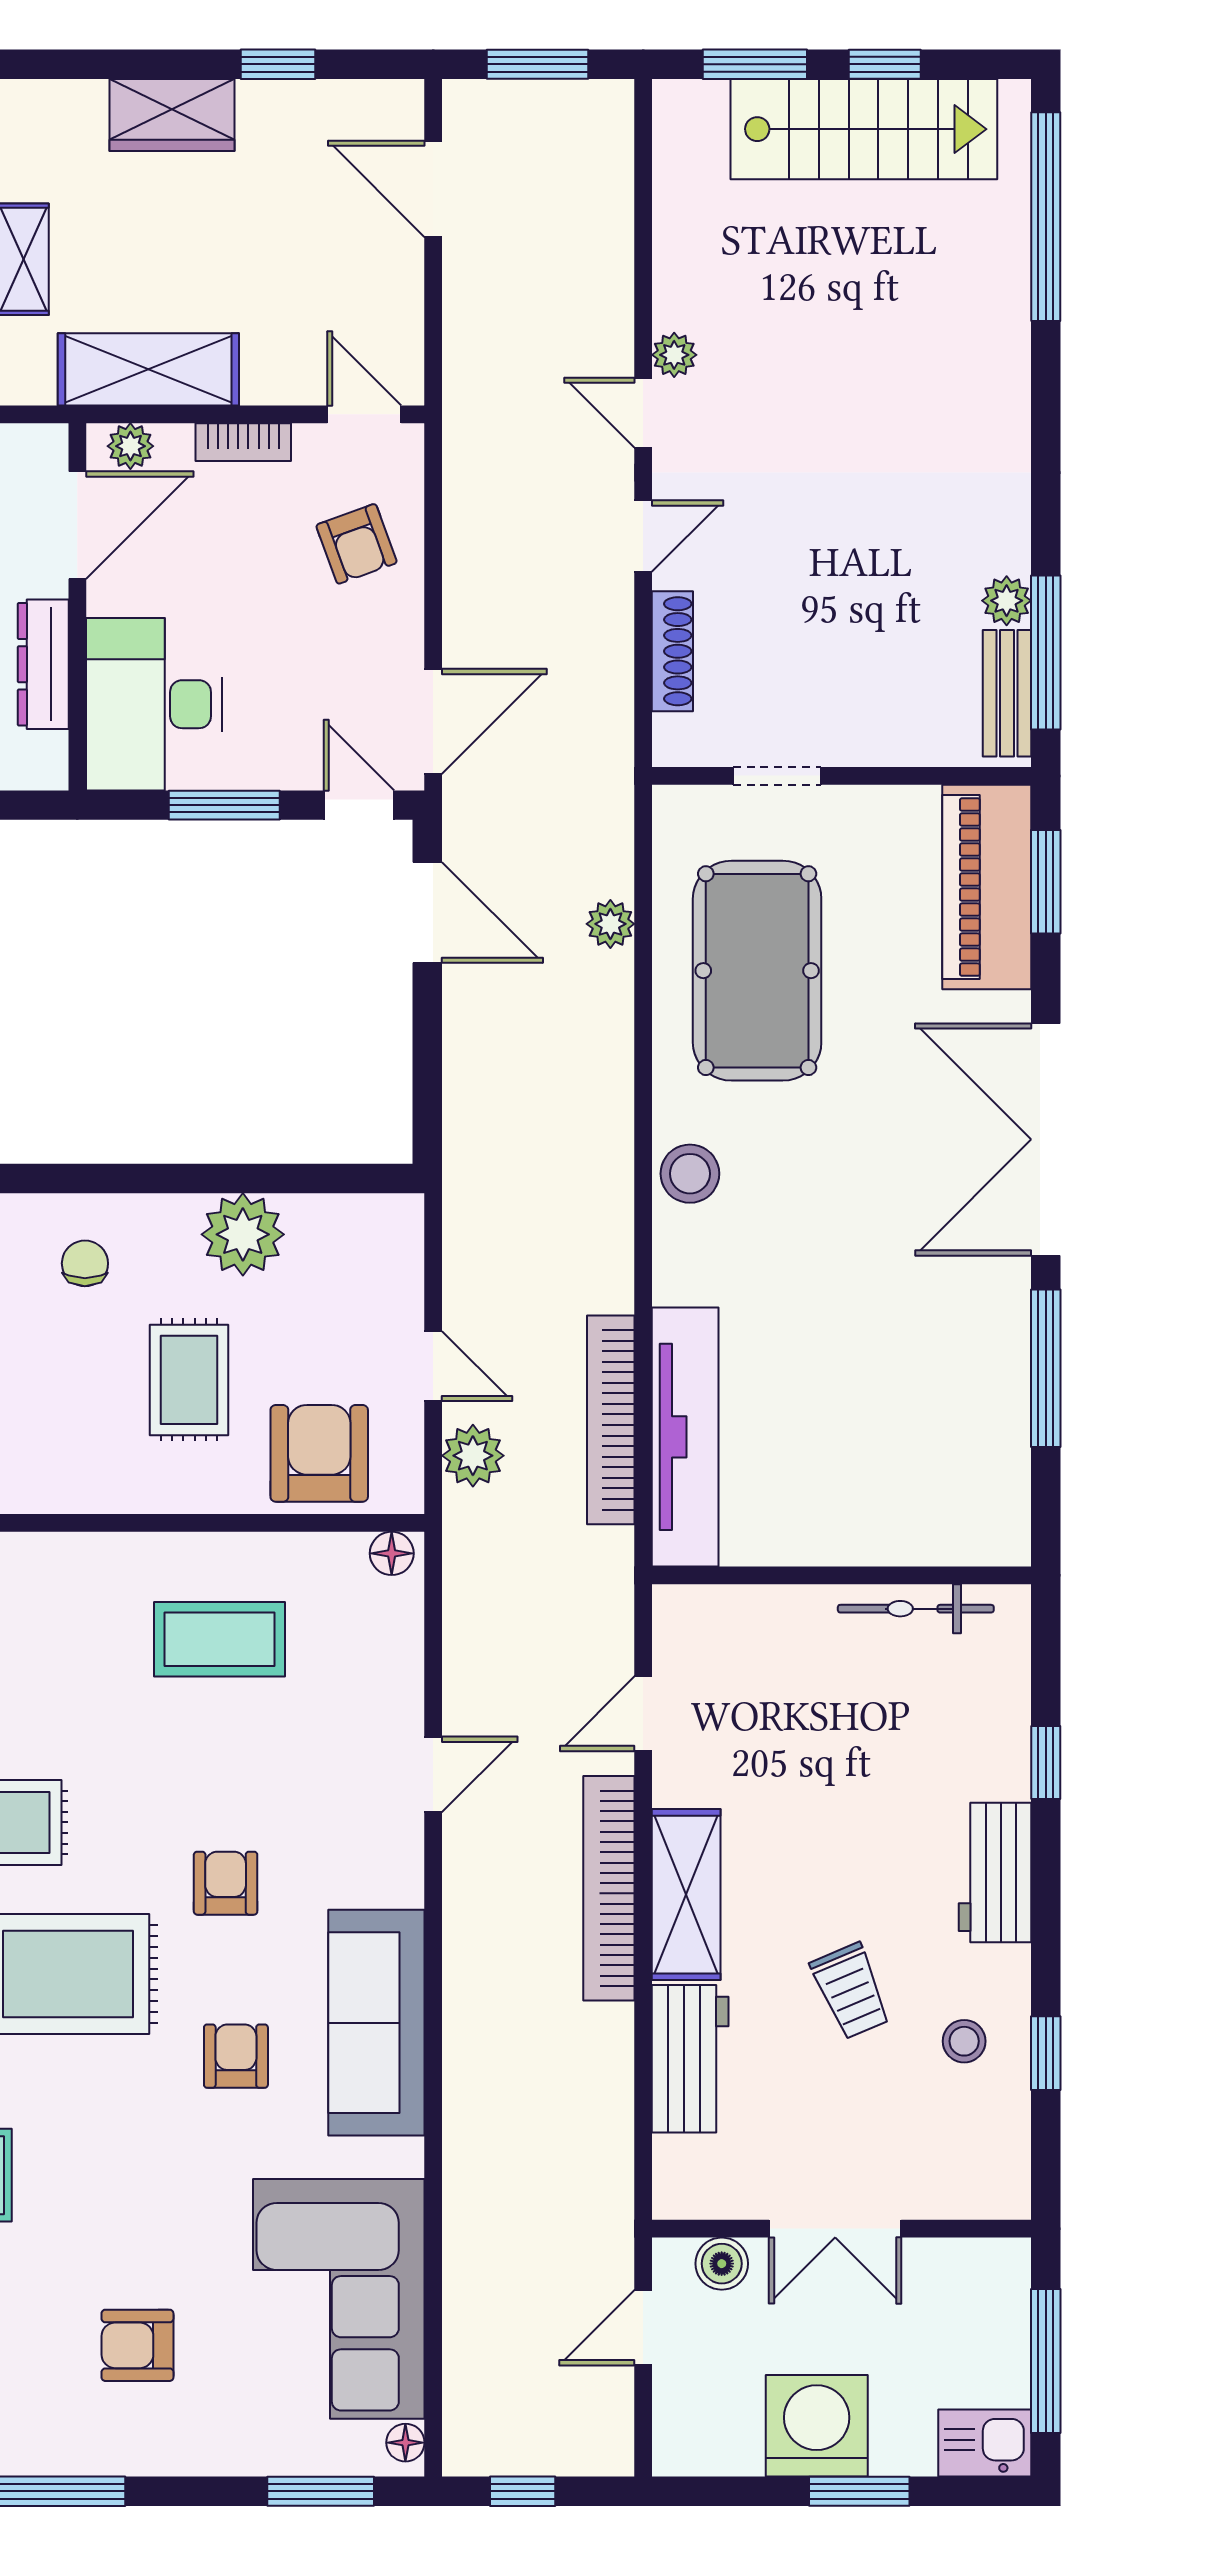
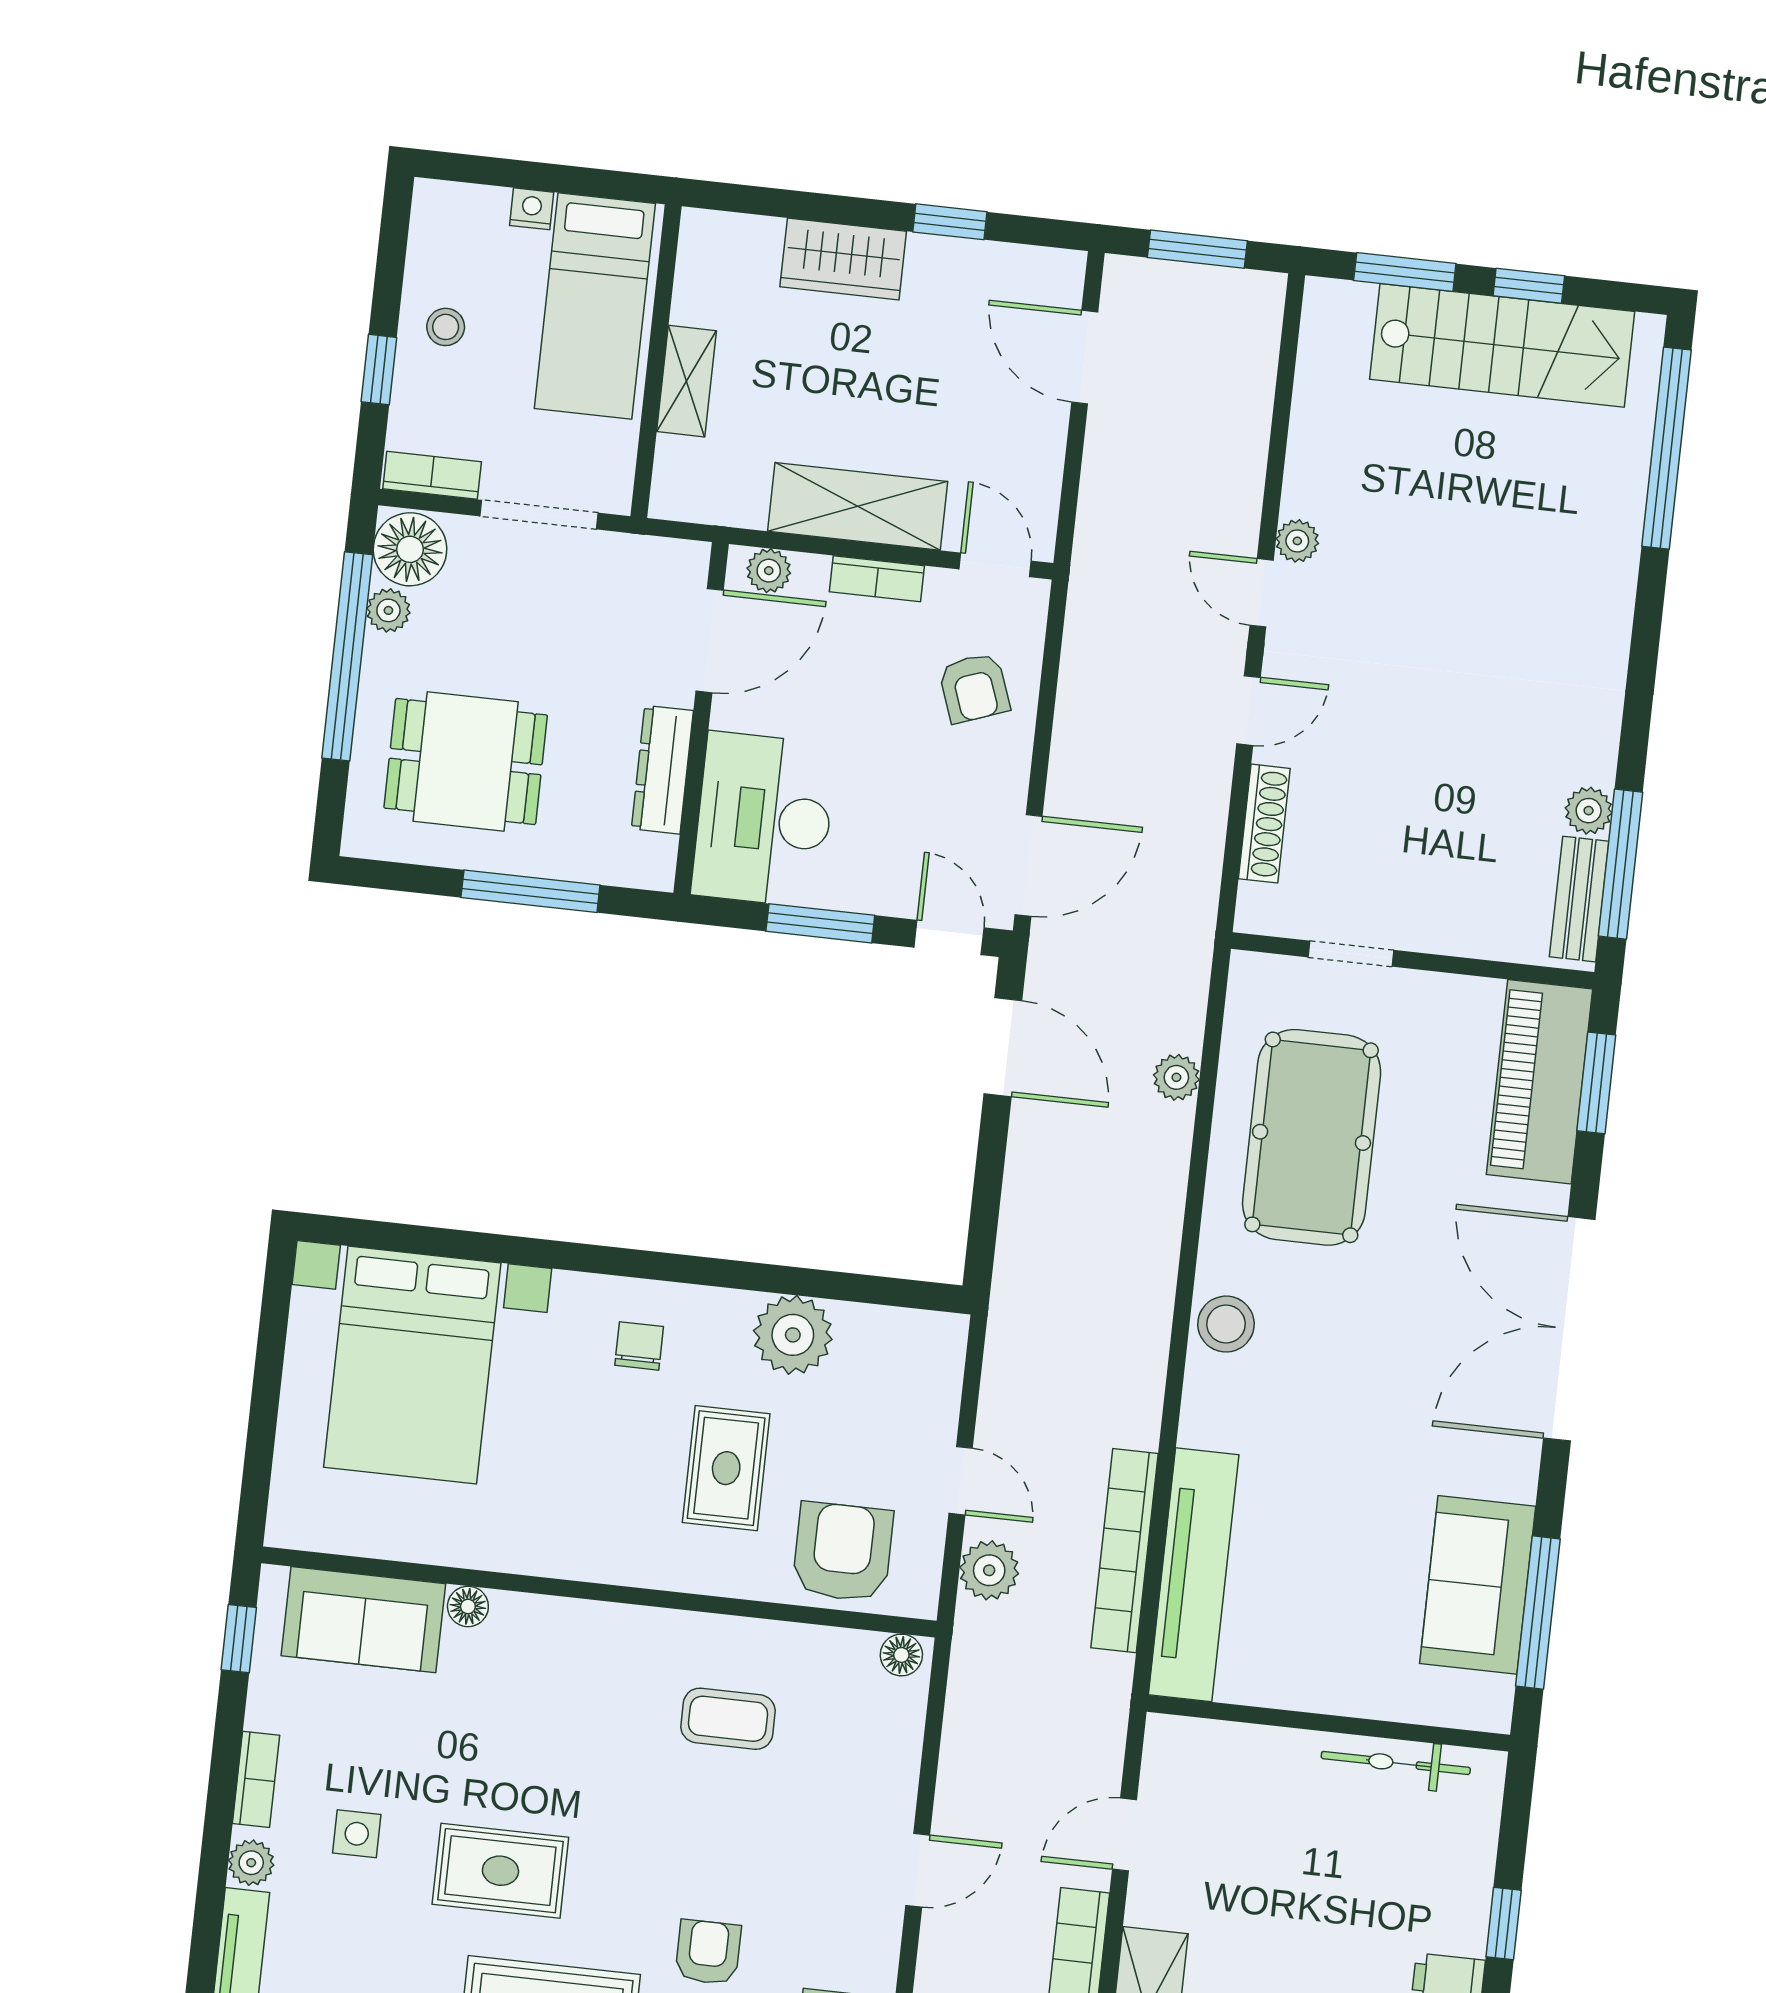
shelving: (148, 369) -> (858, 506), moved
window: (1046, 1368) -> (1538, 1613), moved
sofa: (980, 1415) -> (1478, 1585), added
coffee table: (220, 1639) -> (728, 1719), width x0.73, depth x0.77

